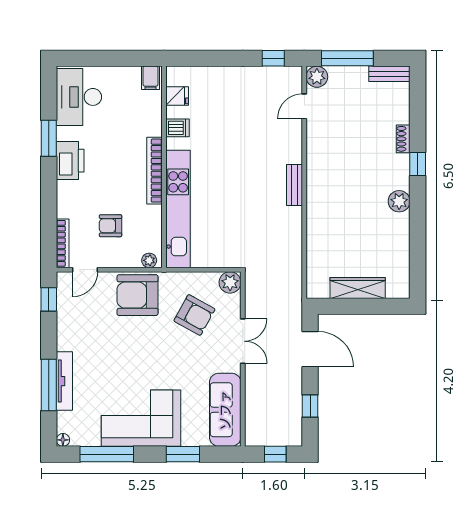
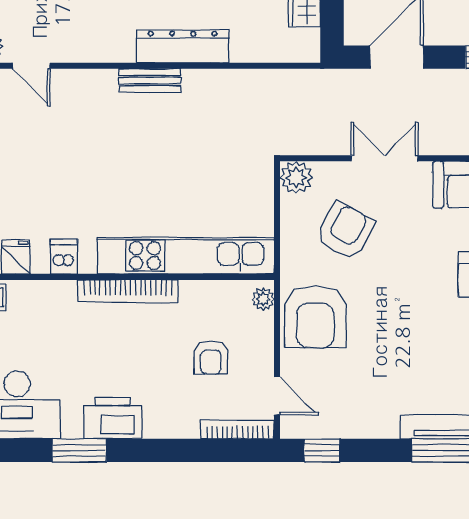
dresser: (317, 207) -> (183, 46), added

